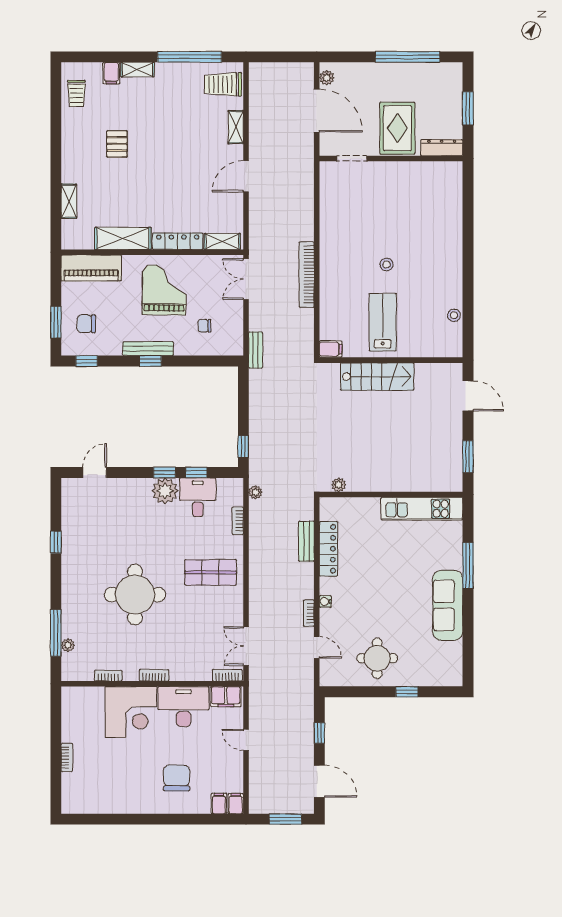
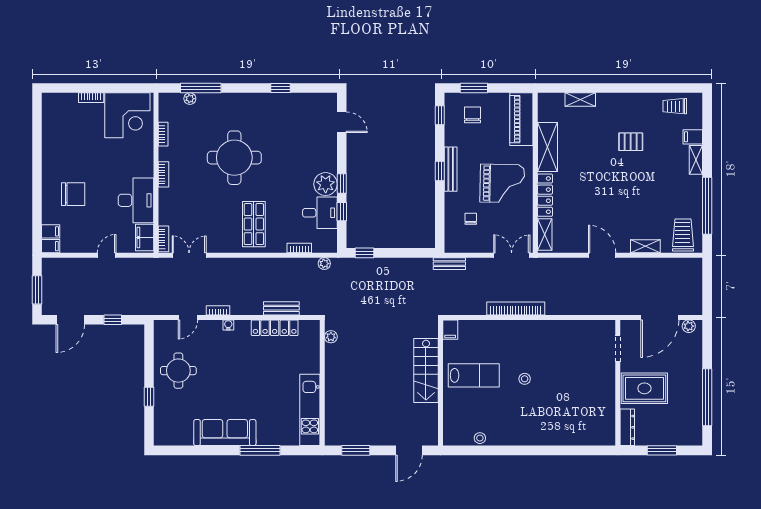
corner desk: (131, 712) -> (127, 115), moved, turned -90

